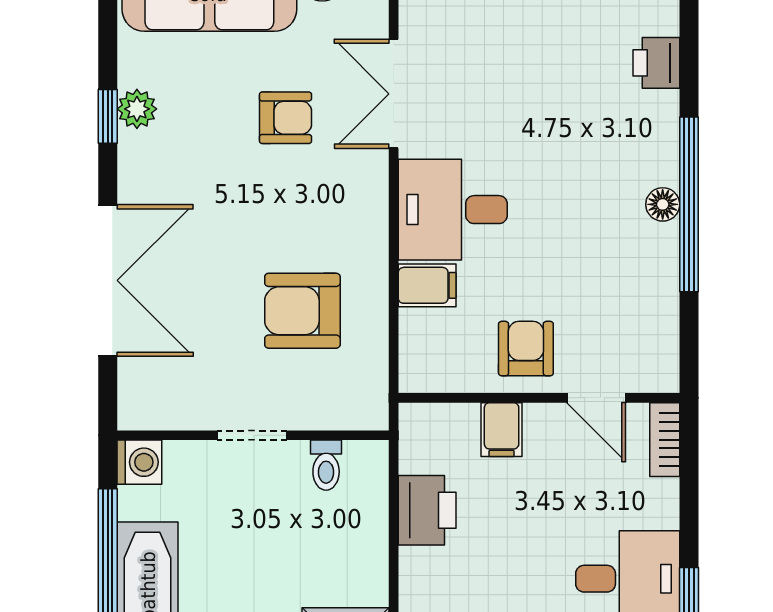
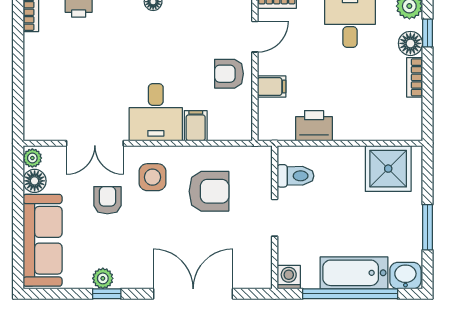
side table: (329, 203) -> (152, 177), added
armchair: (302, 311) -> (209, 191), turned -90
toilet: (326, 465) -> (295, 176), width x1.37, depth x1.39

